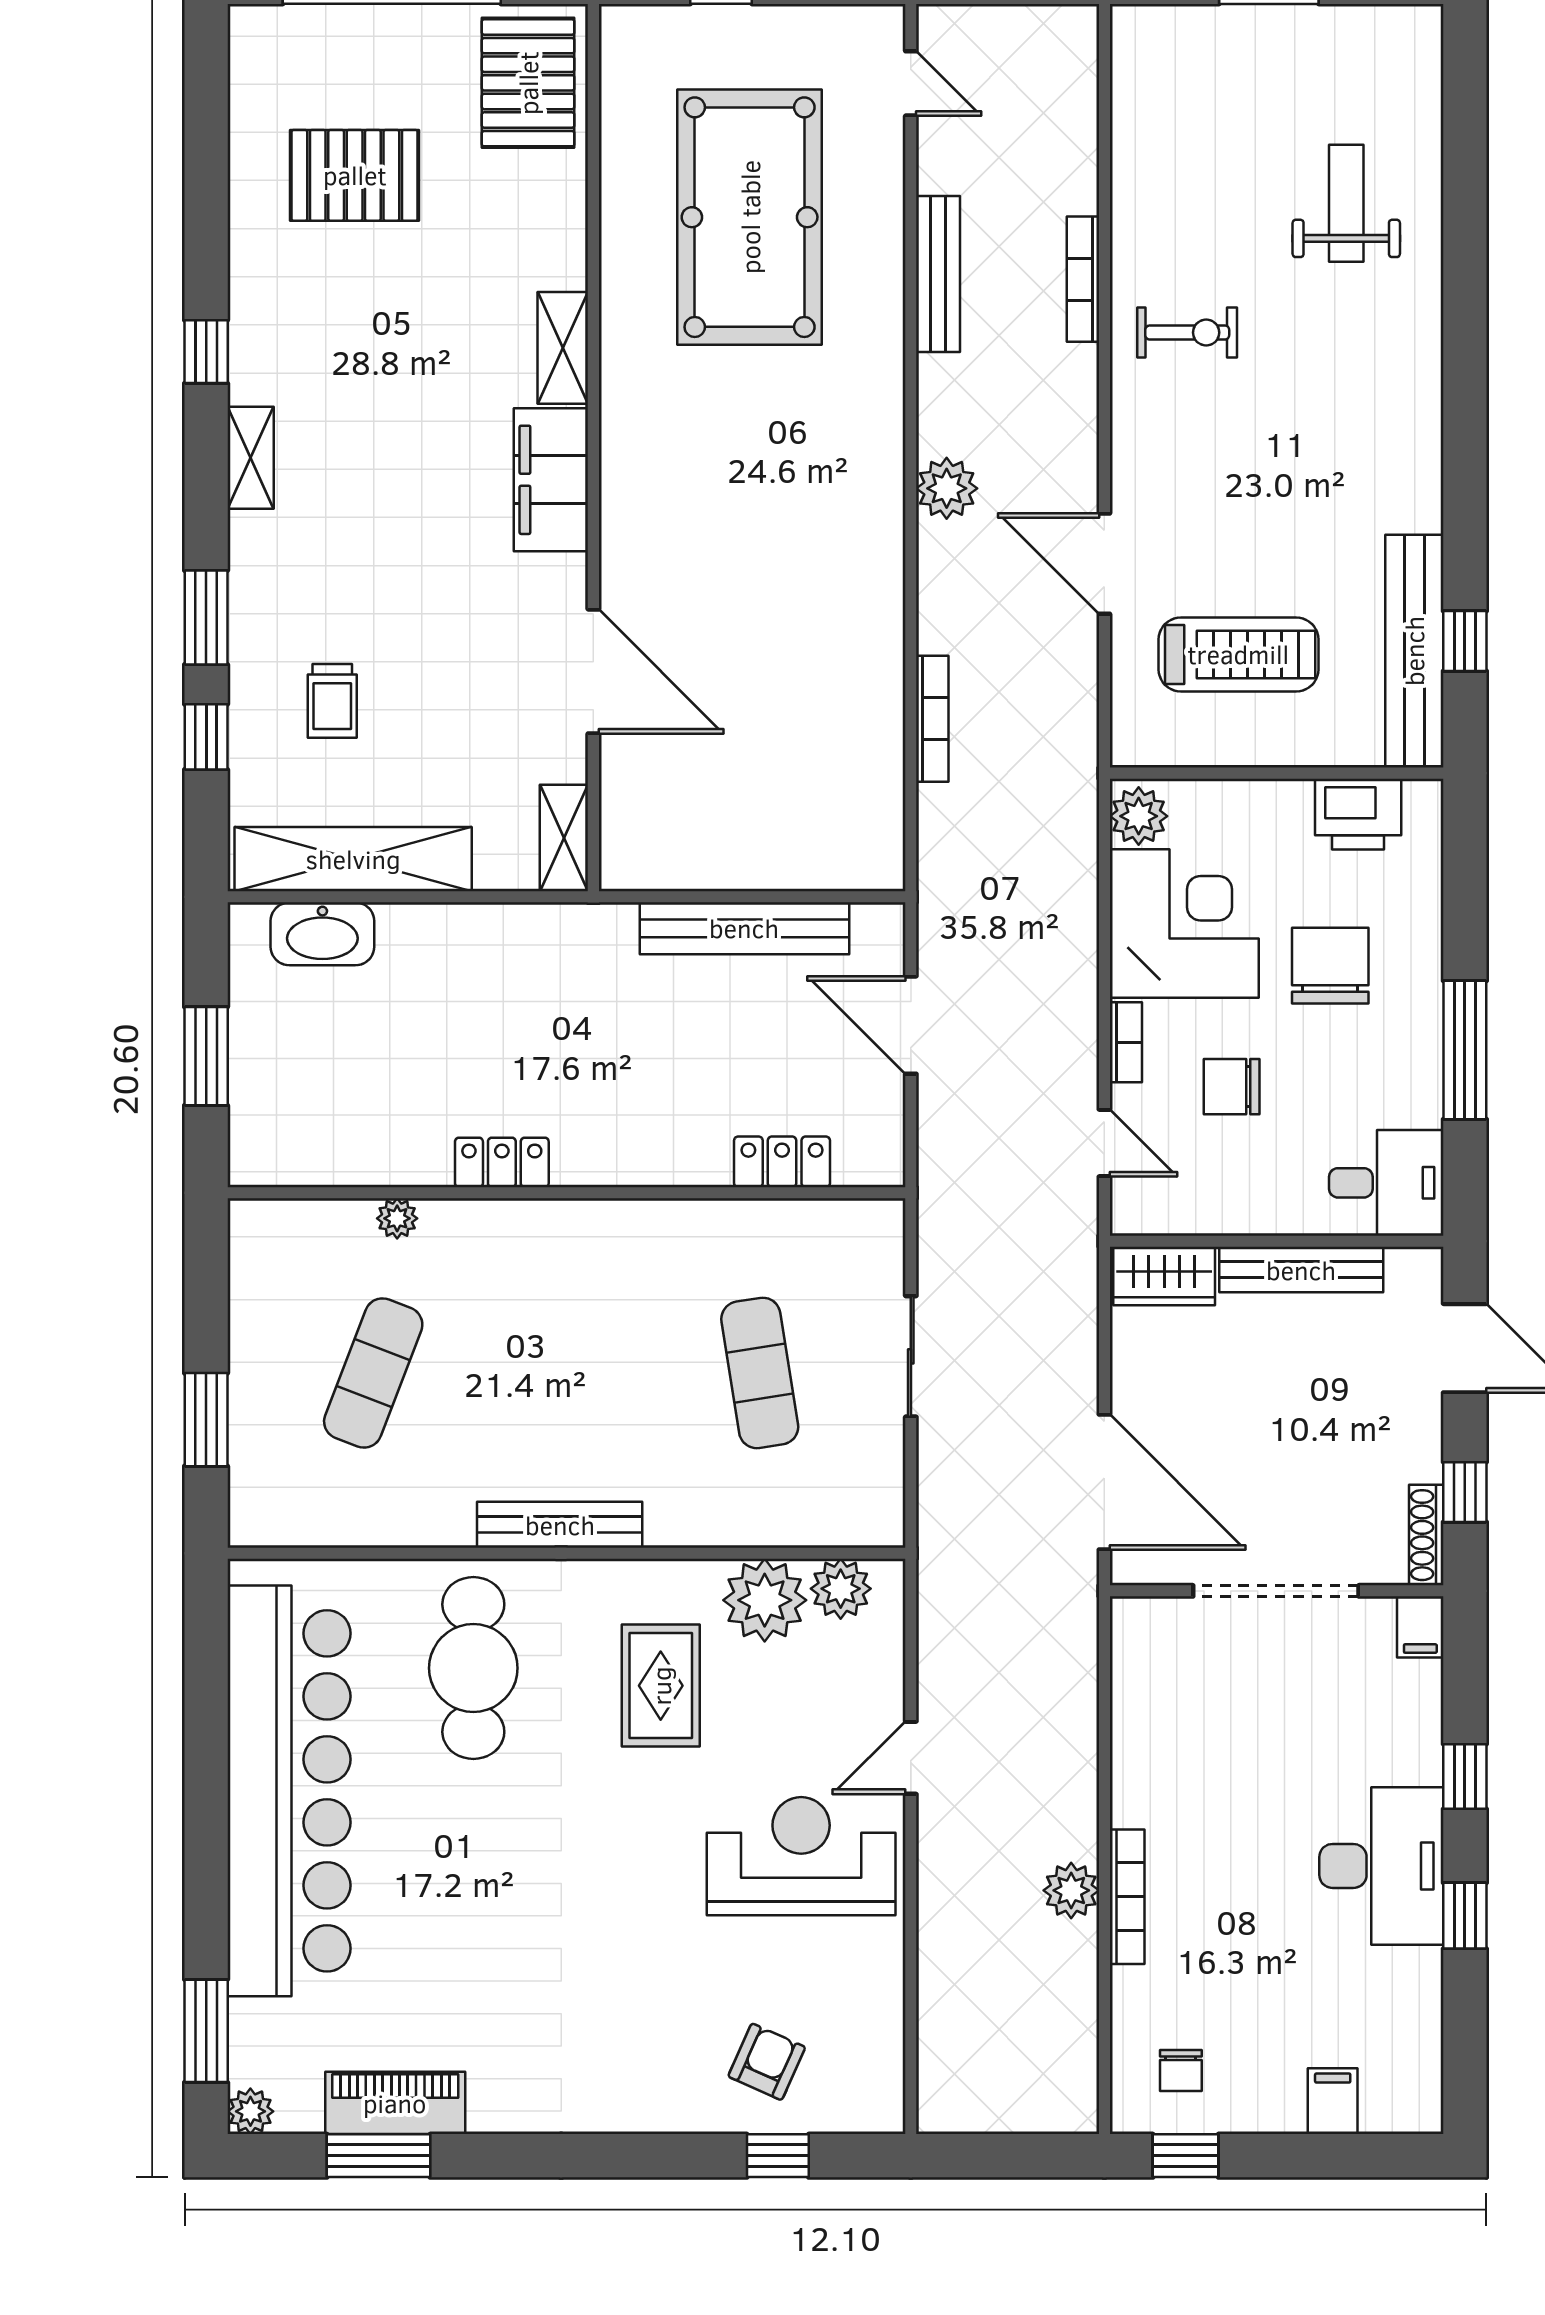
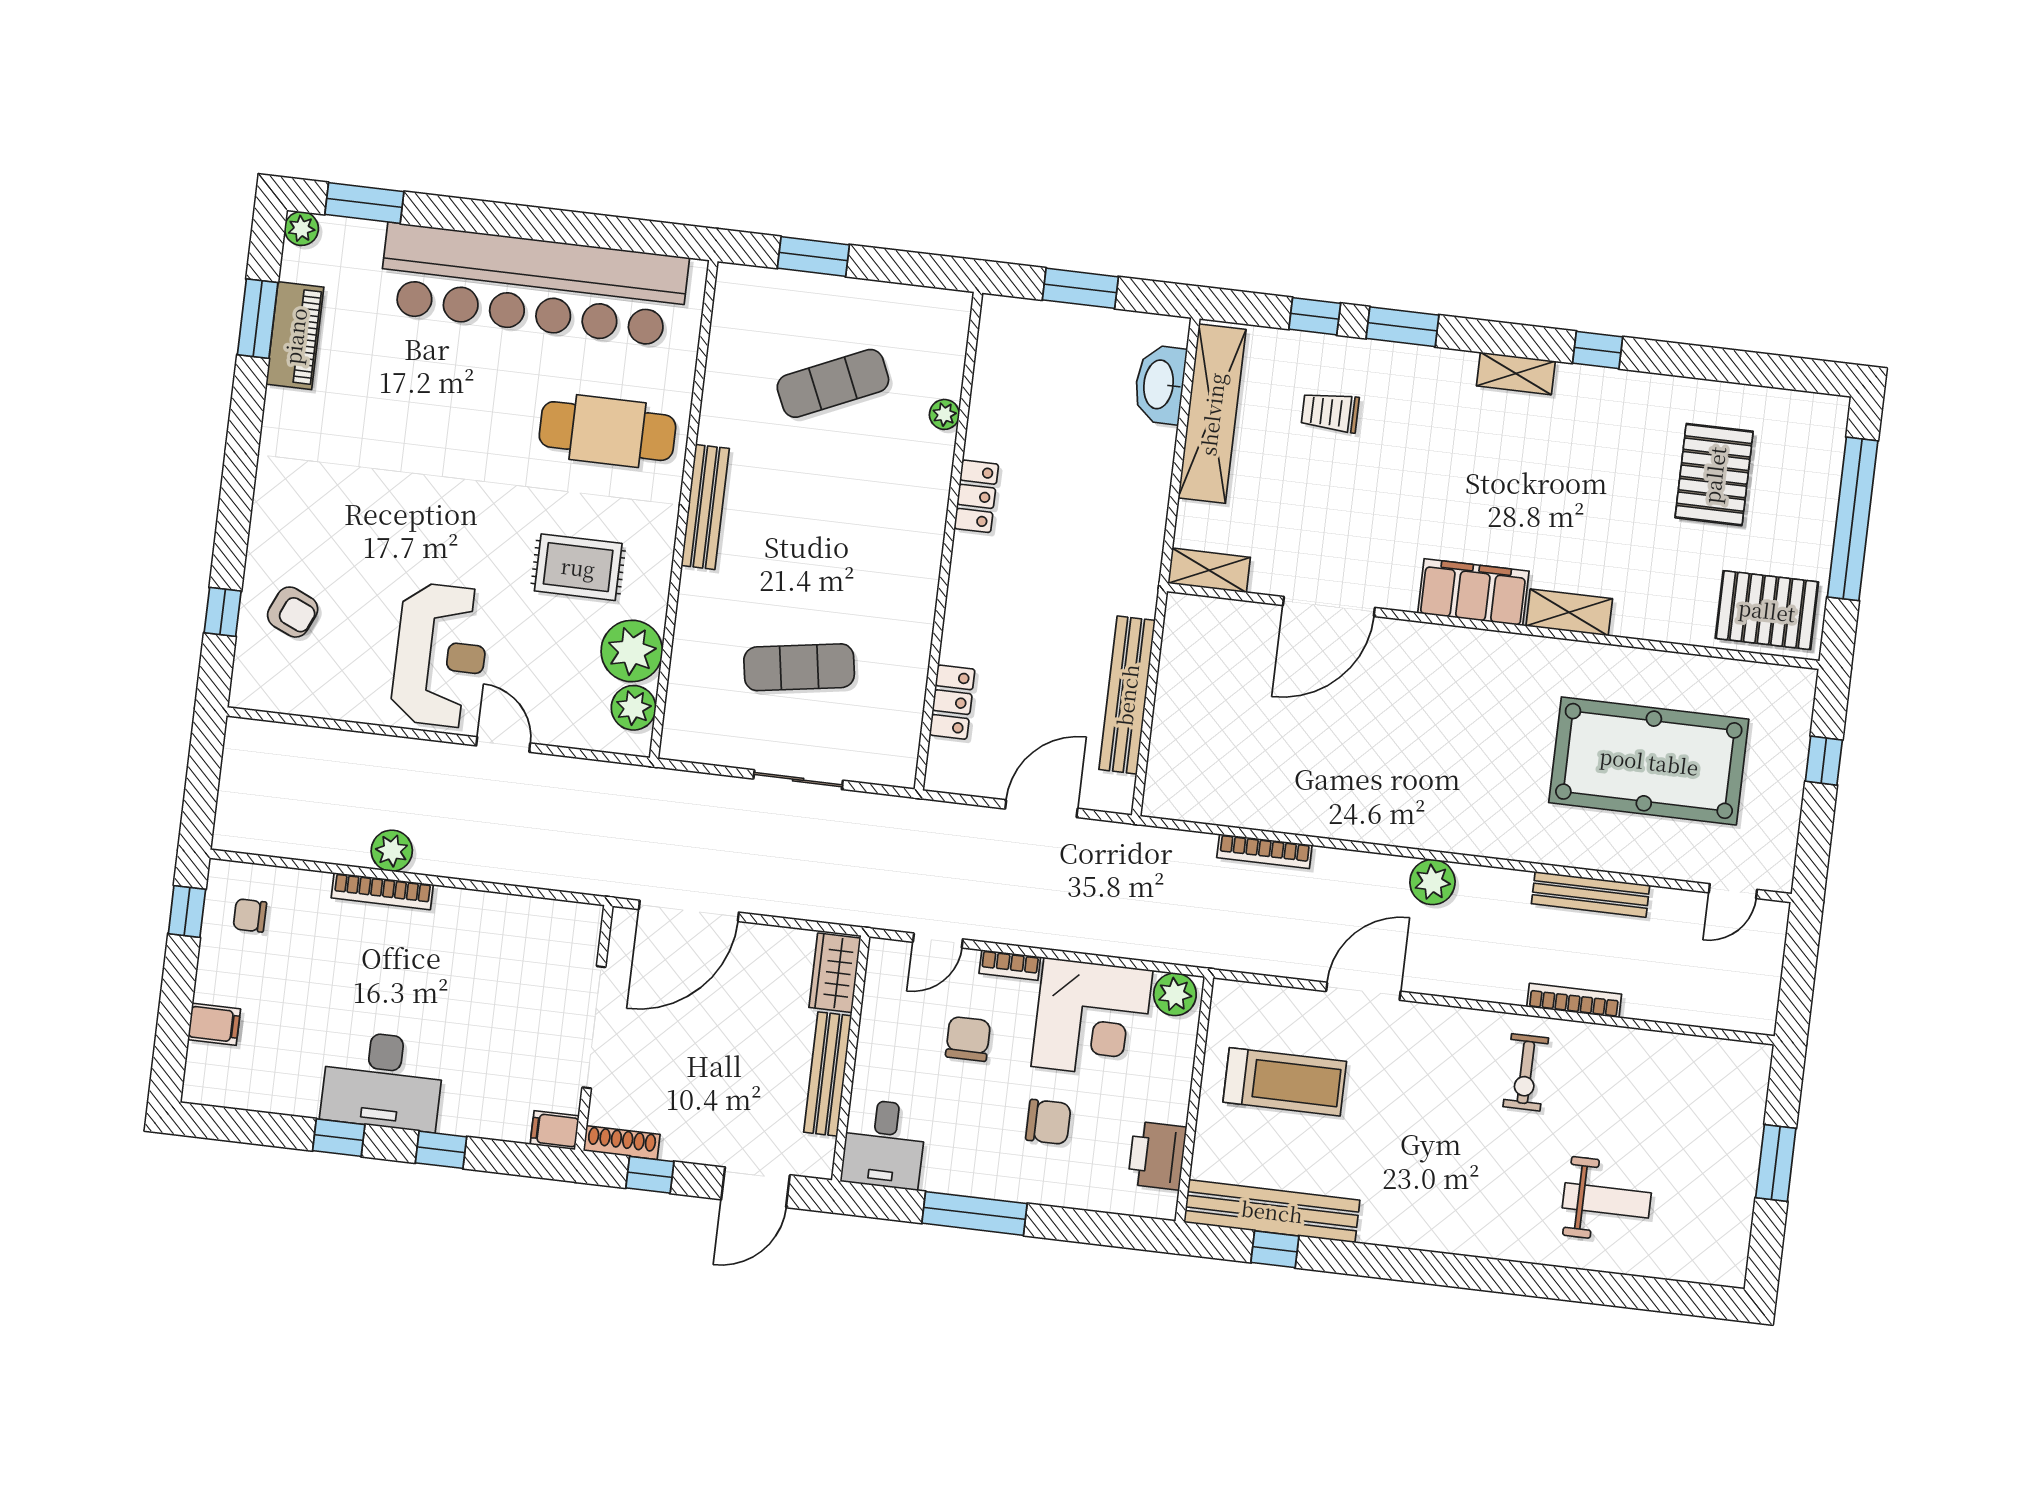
treadmill: (1238, 654) -> (1285, 1082), turned -90
chair: (1330, 966) -> (1048, 1122), width x0.73, depth x0.73
exercise mat: (373, 1373) -> (833, 383), turned -45

